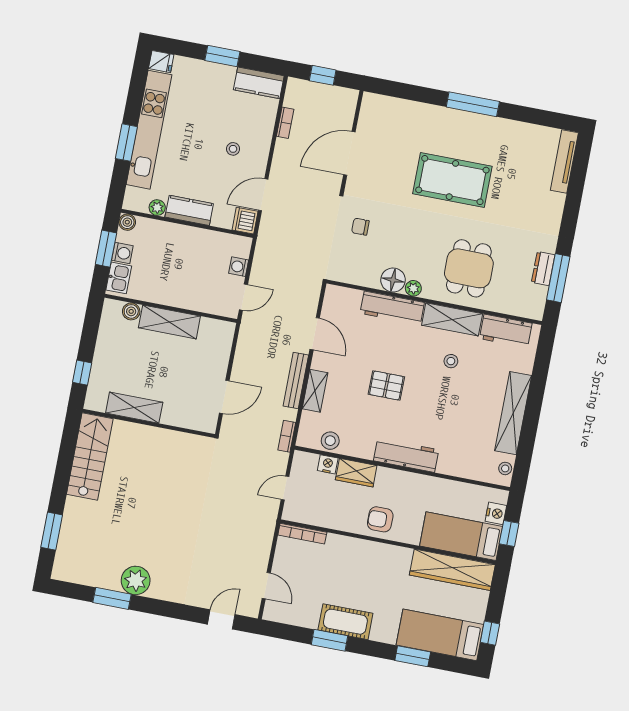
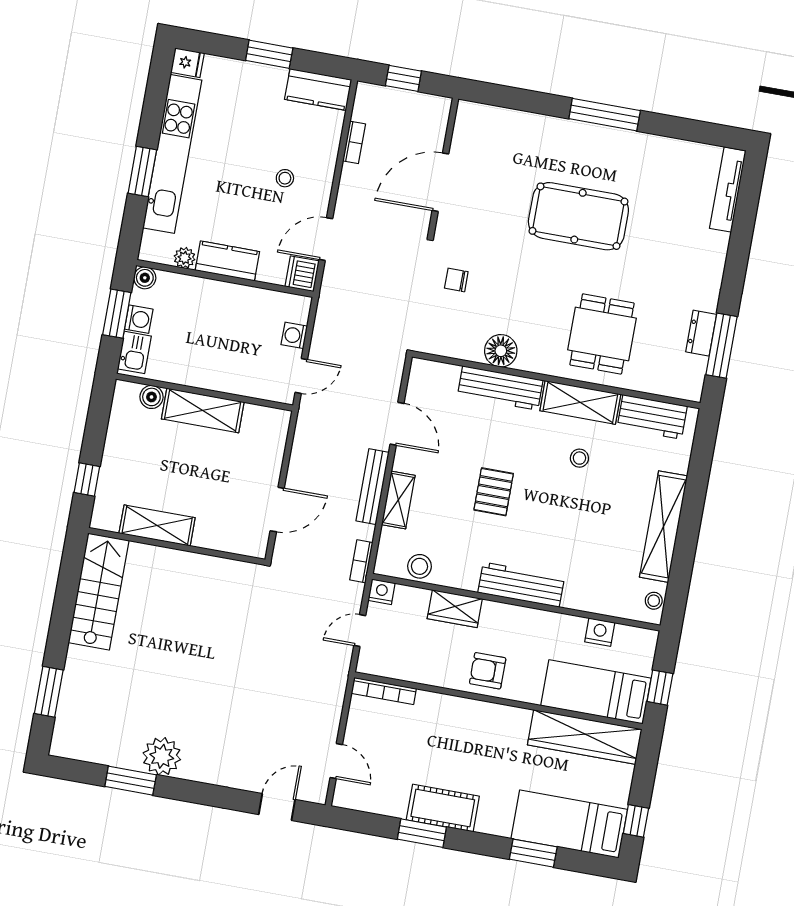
plant: (413, 288) -> (528, 361), removed
pallet: (386, 385) -> (494, 492), turned 90
nightstand: (328, 464) -> (382, 592), moved
nightstand: (496, 513) -> (600, 632), moved, turned -90

